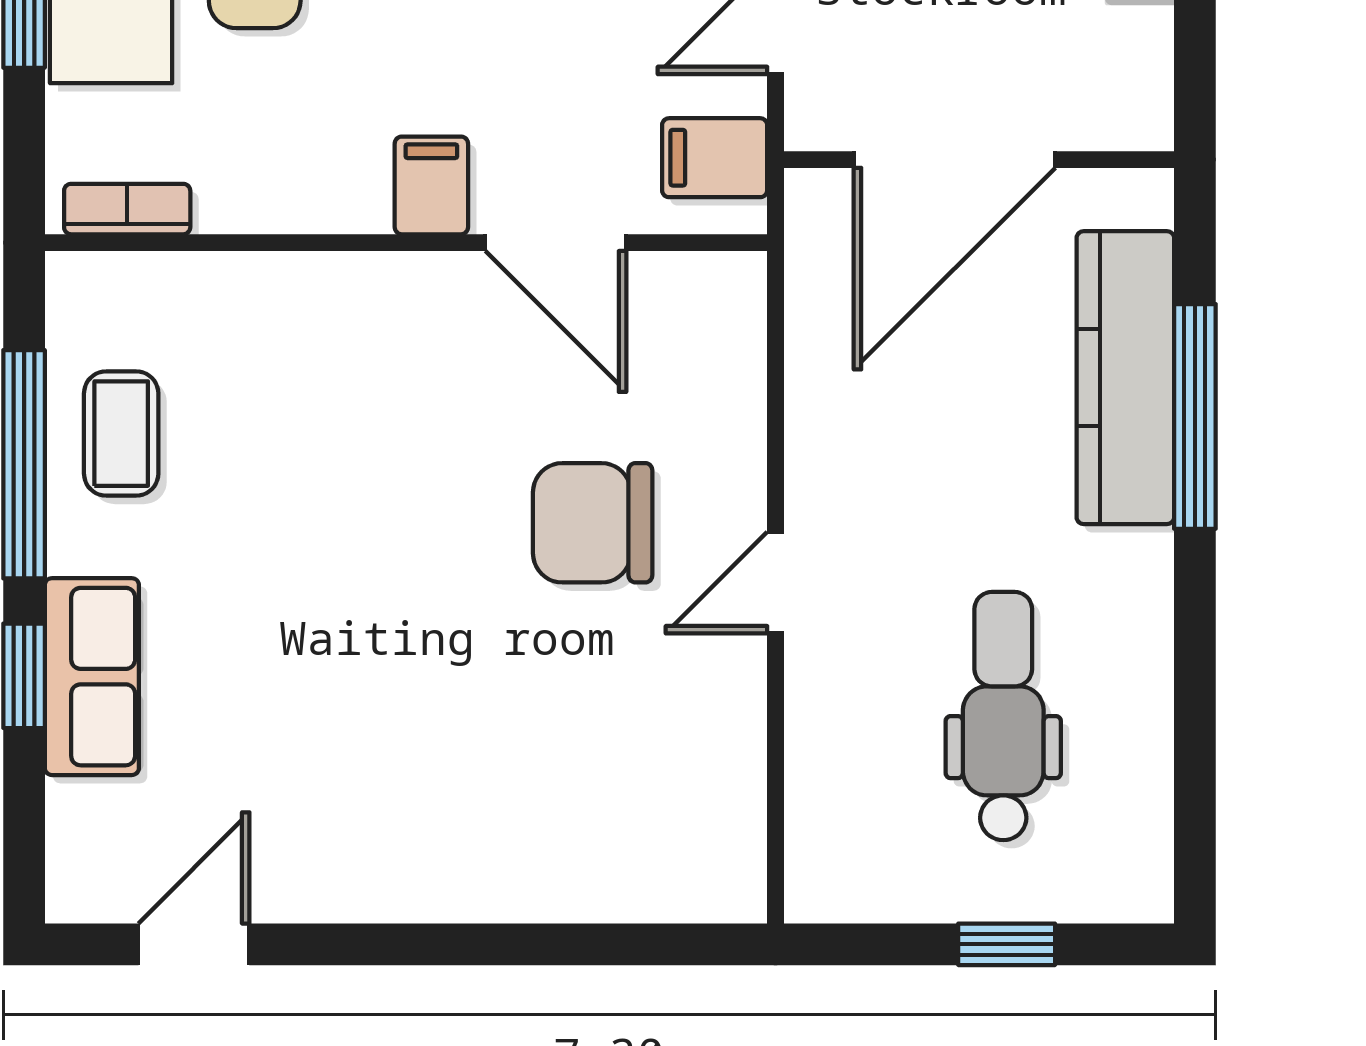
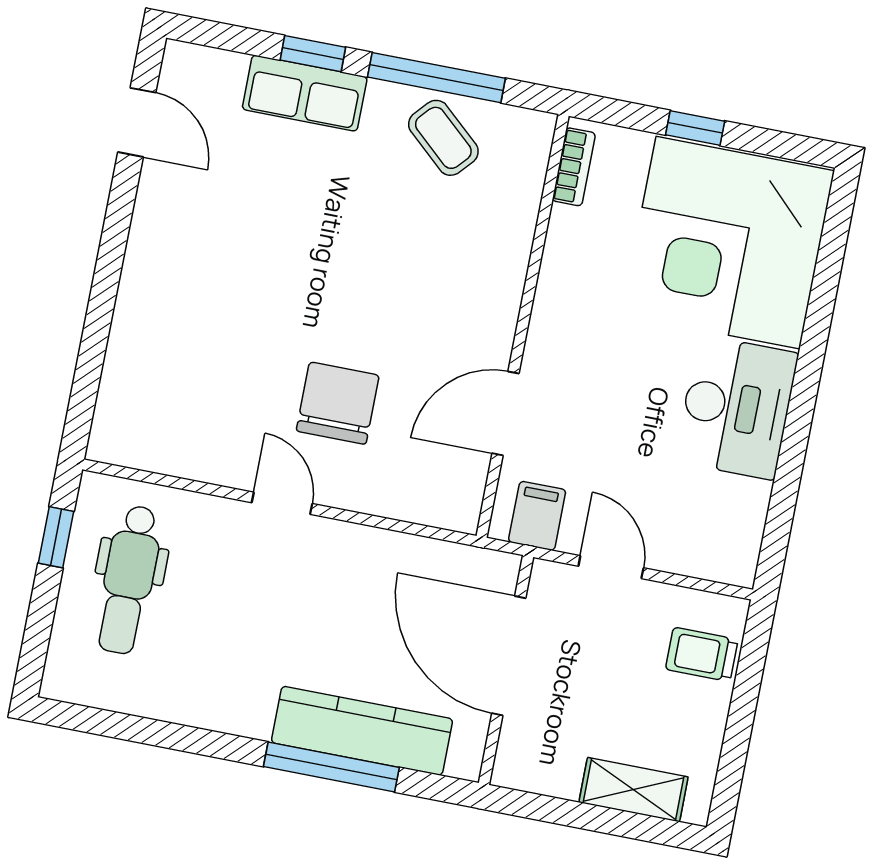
filing cabinet: (431, 185) -> (553, 347), removed
coffee table: (121, 434) -> (443, 138), turned 42
dental chair: (1003, 716) -> (129, 580), moved, turned 90
window: (1007, 944) -> (56, 537), moved

